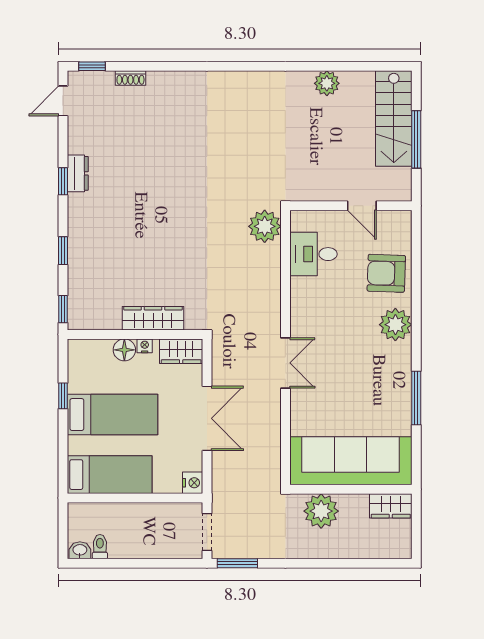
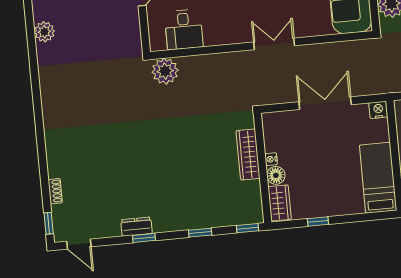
wardrobe: (181, 351) -> (280, 203), moved
bed: (112, 415) -> (329, 180), removed

